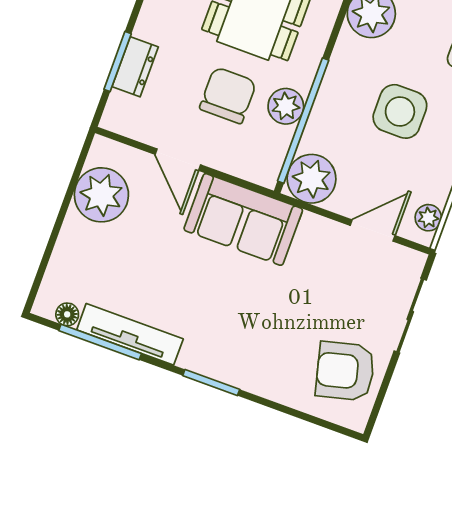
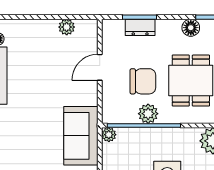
plant: (312, 179) -> (109, 135), width x0.53, depth x0.53
plant: (101, 195) -> (67, 27), width x0.53, depth x0.53
sofa: (243, 219) -> (81, 136), moved

